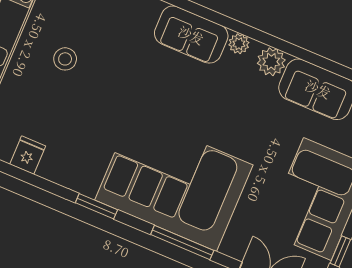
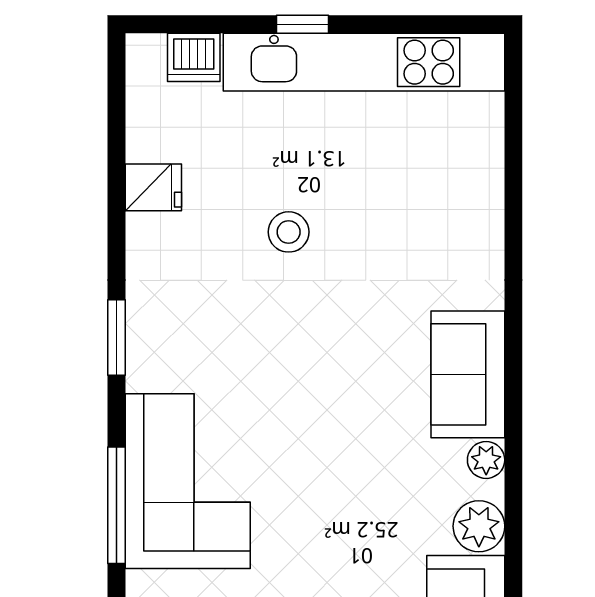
stool: (65, 59) -> (289, 232), moved
corner sofa: (174, 183) -> (188, 481), width x0.73, depth x0.74

